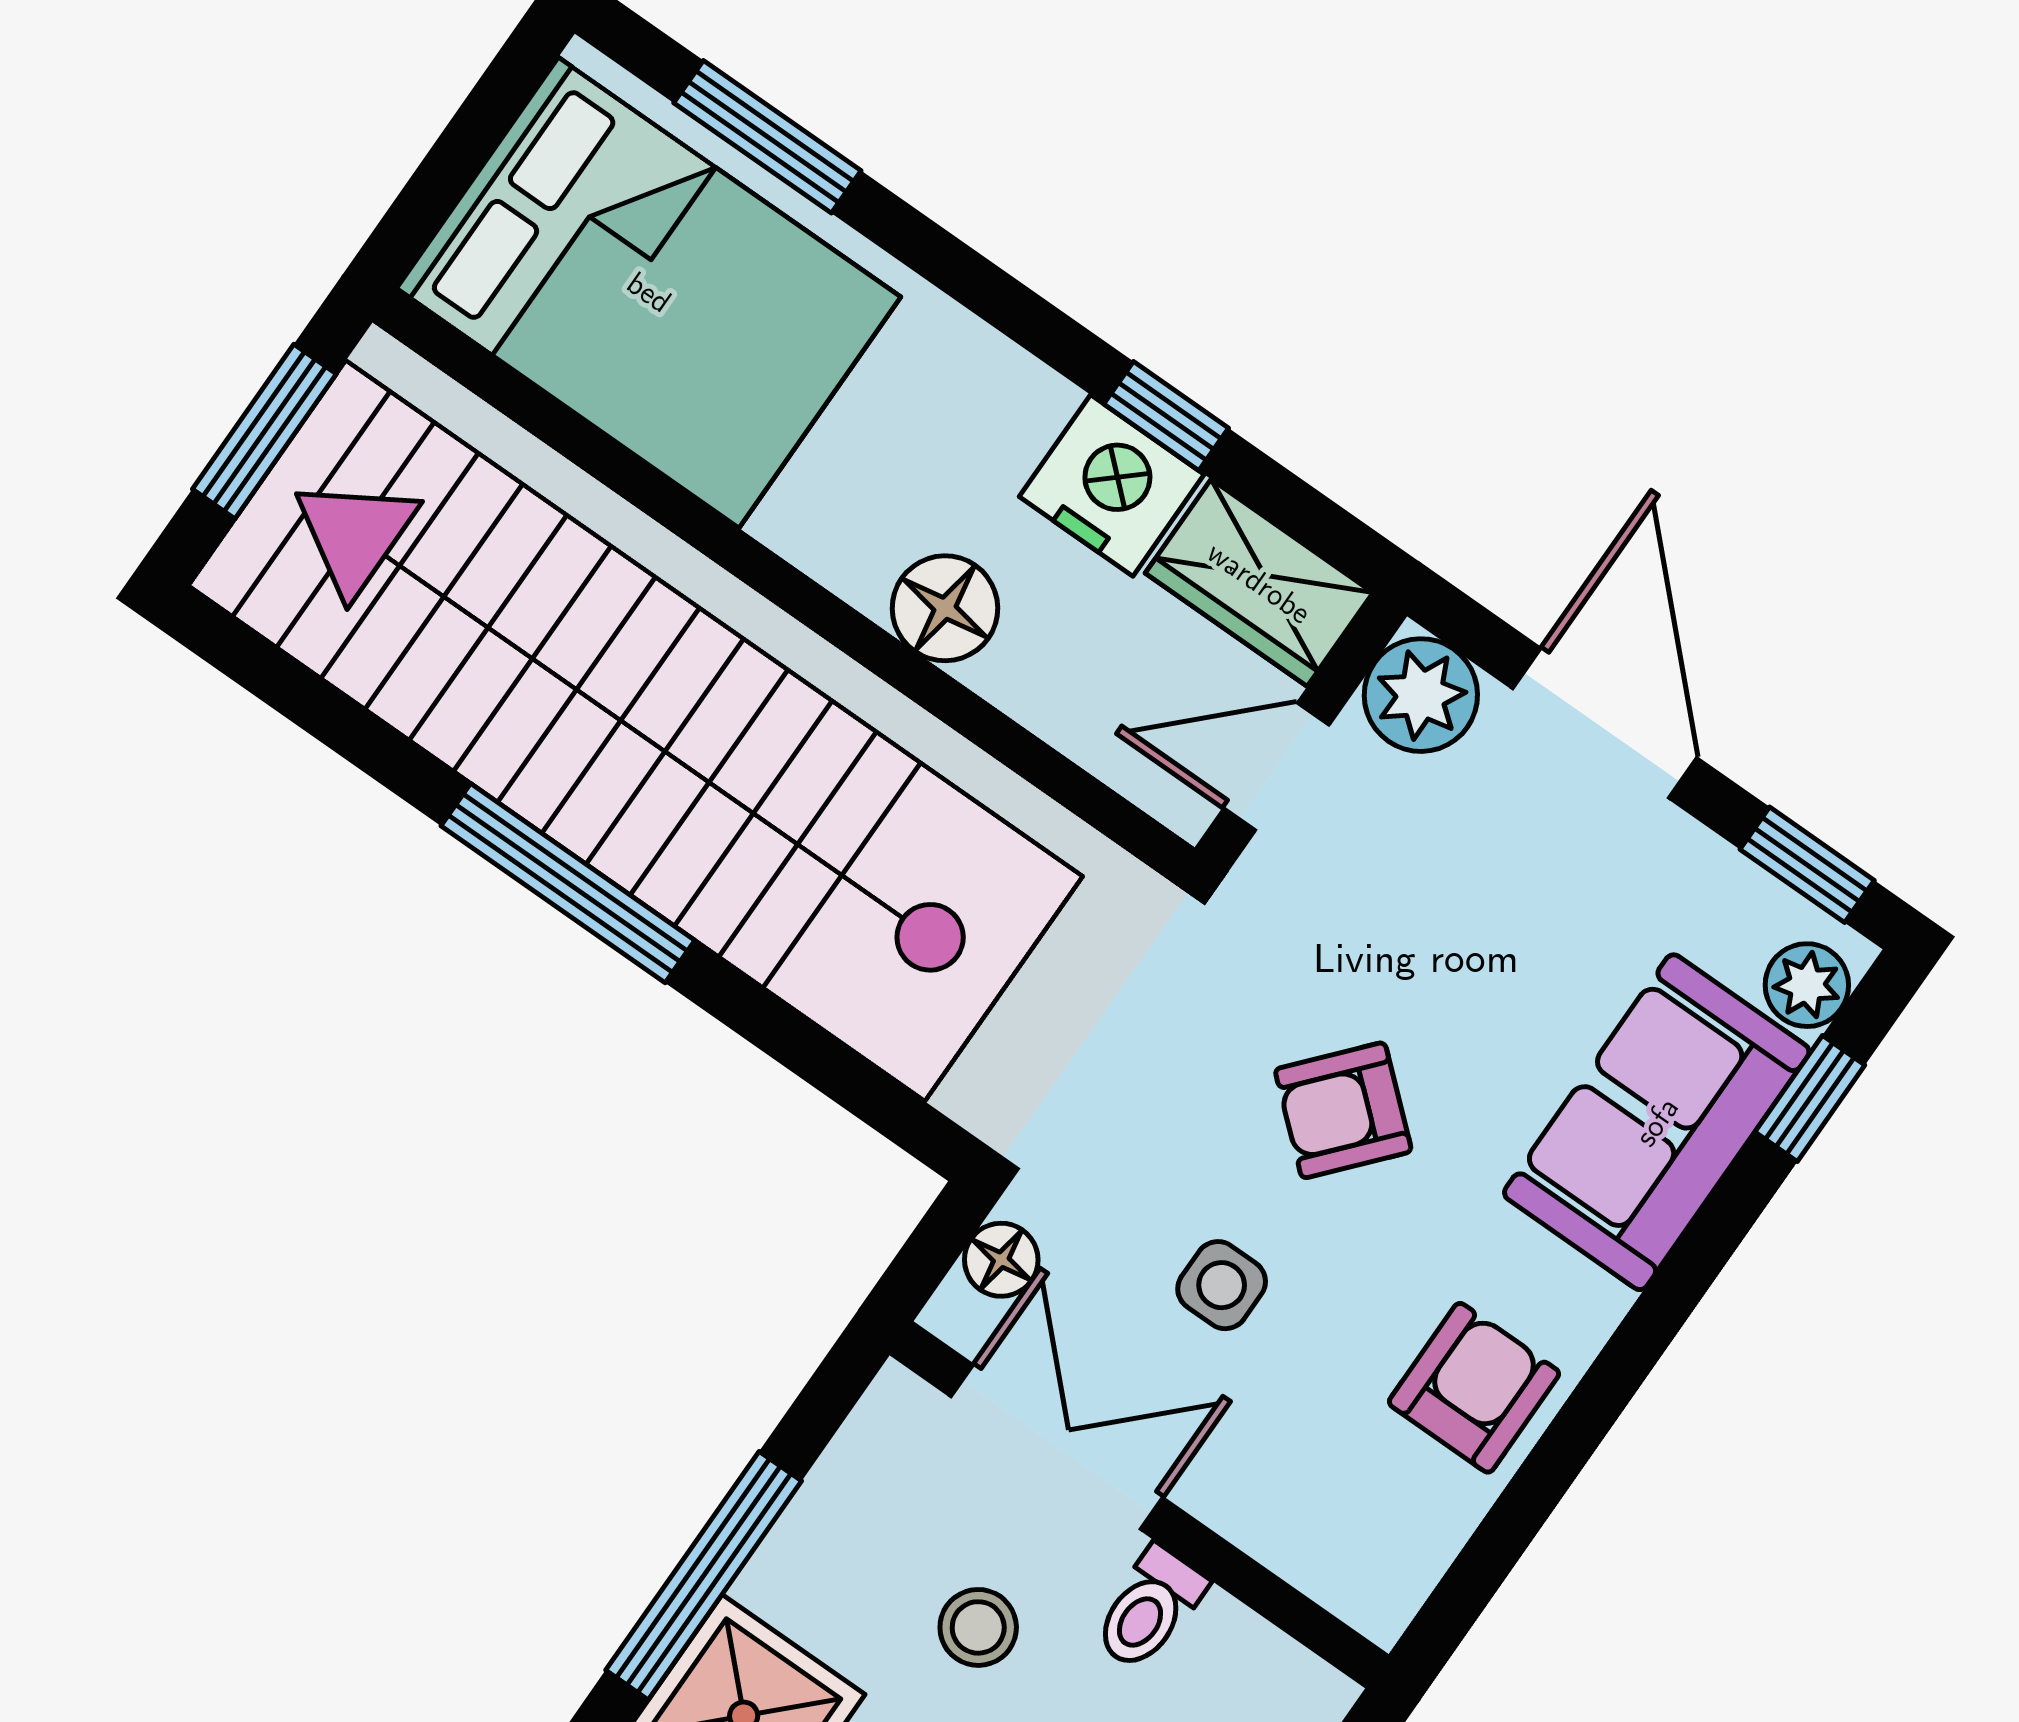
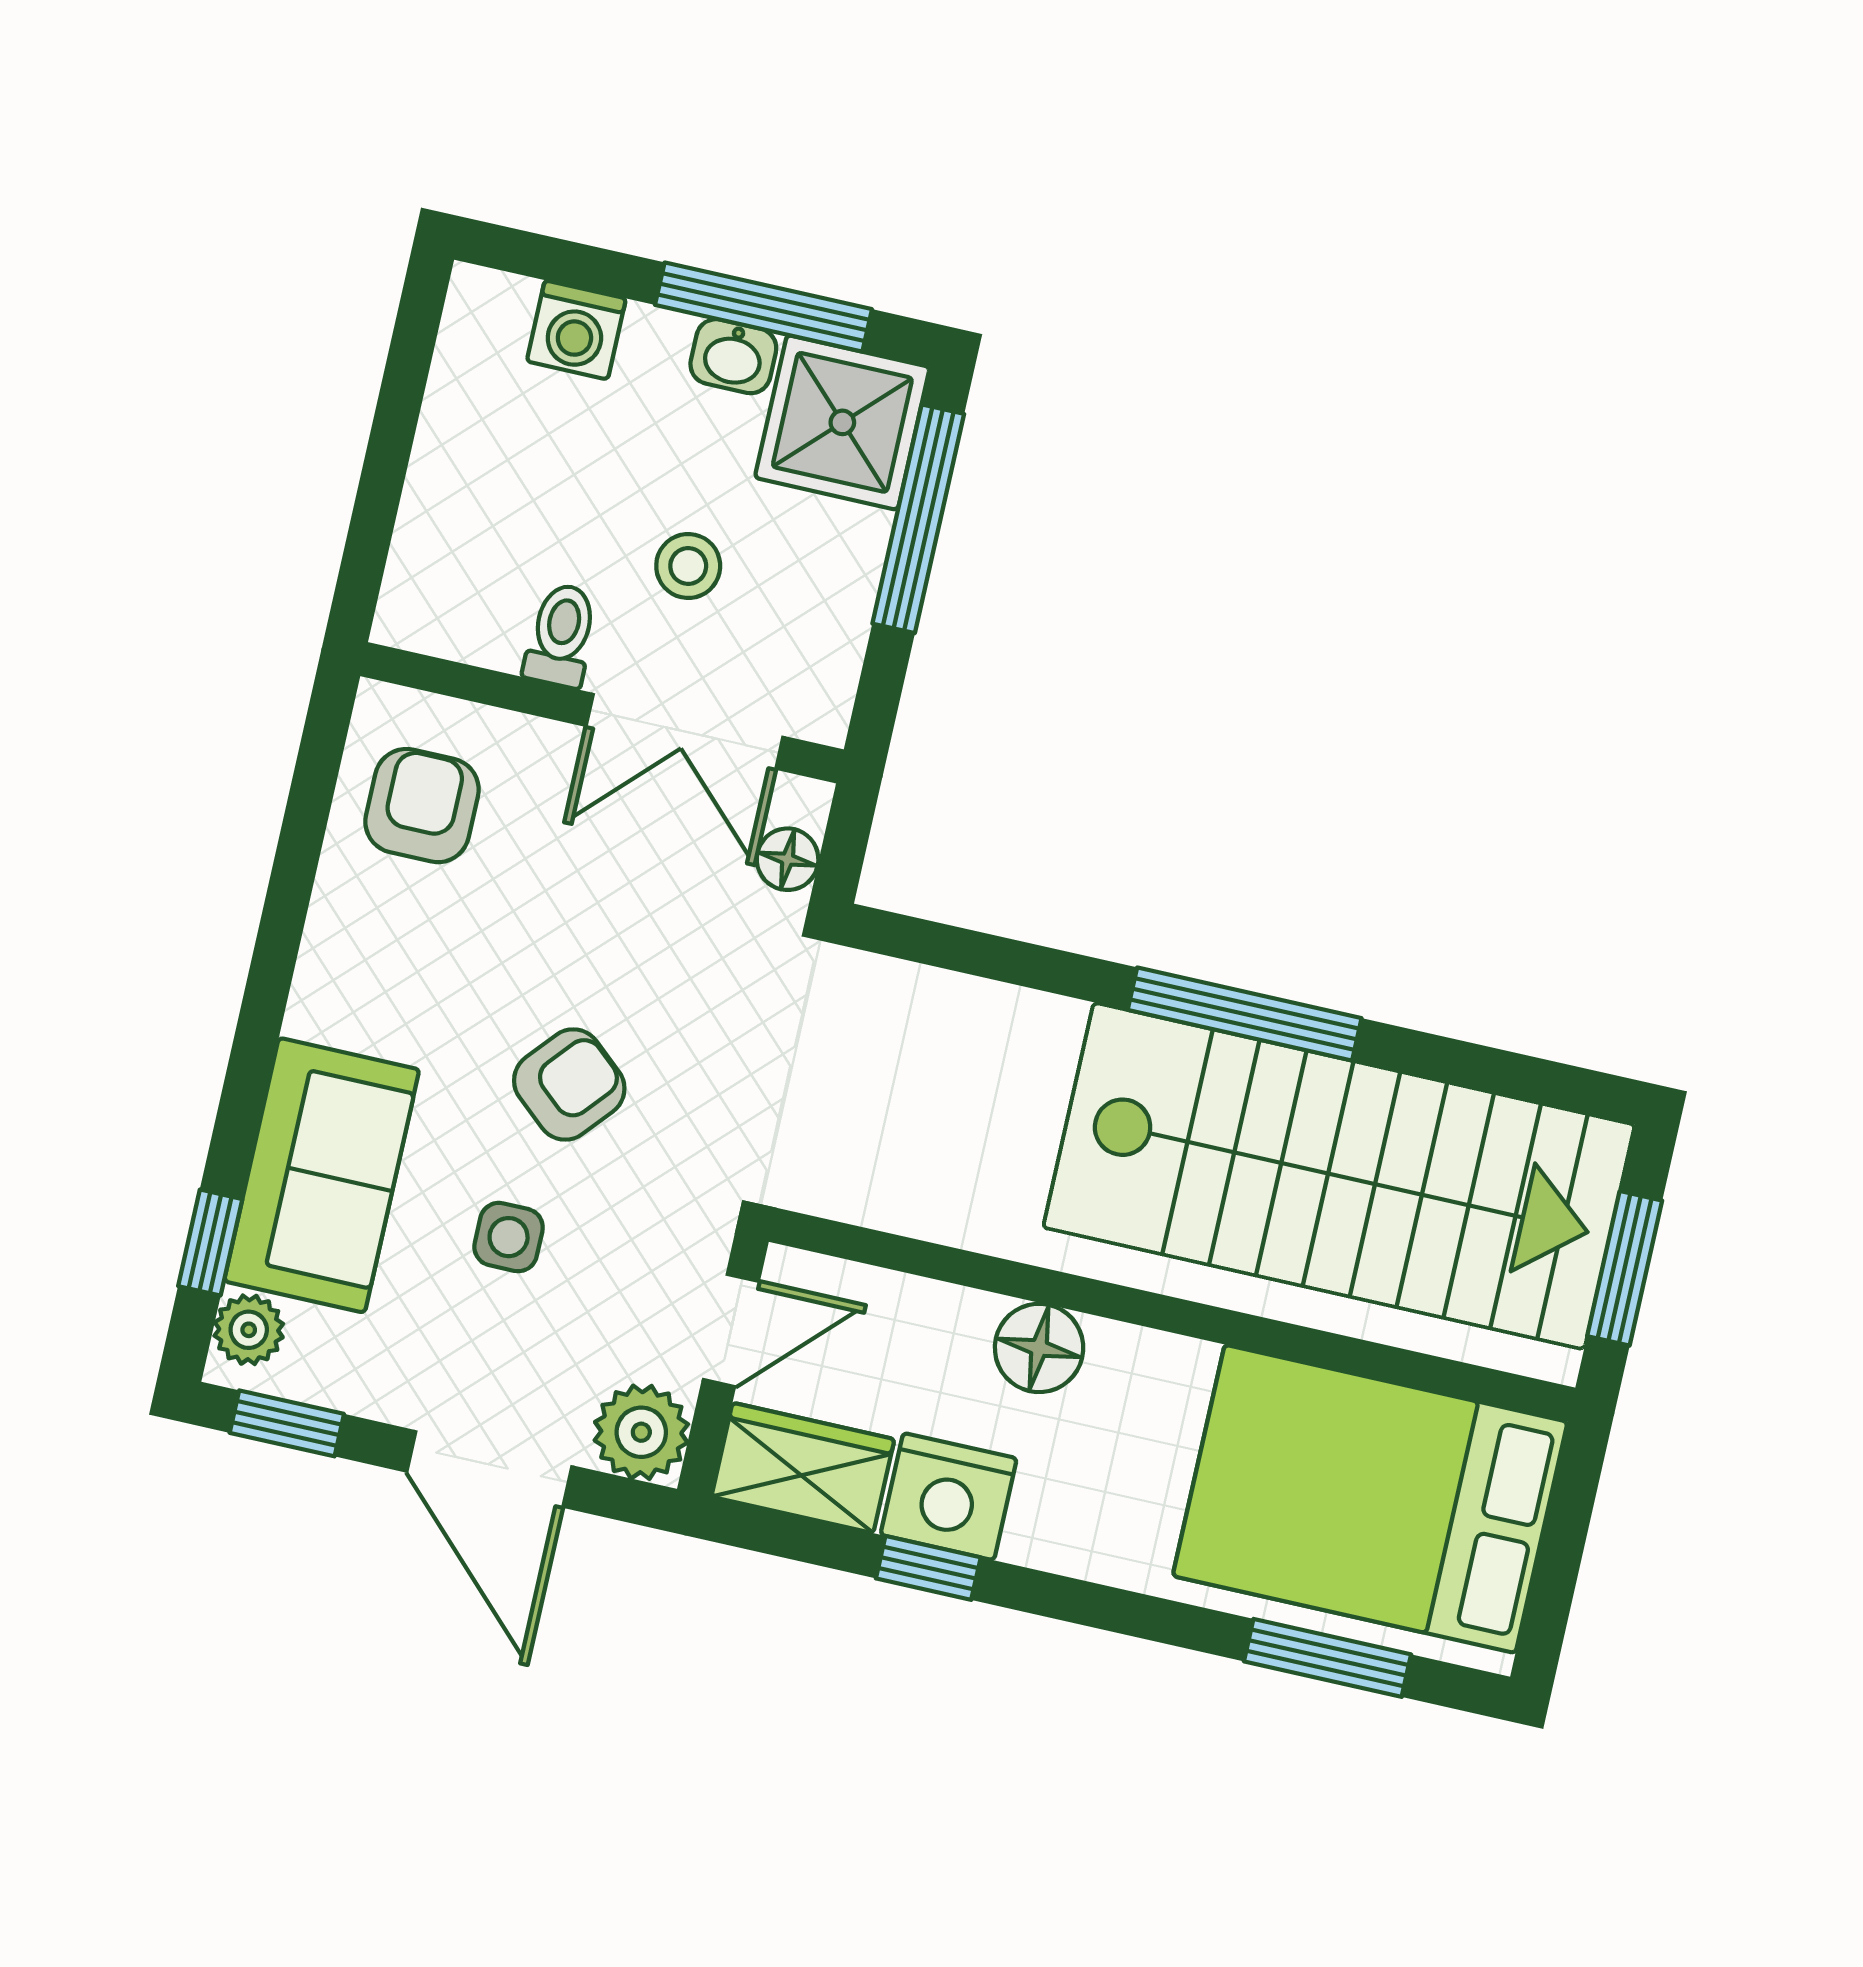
stairs: (635, 731) -> (1339, 1176), width x0.73
side table: (1222, 1285) -> (509, 1237), moved
armchair: (1474, 1388) -> (422, 806), moved, turned 180

